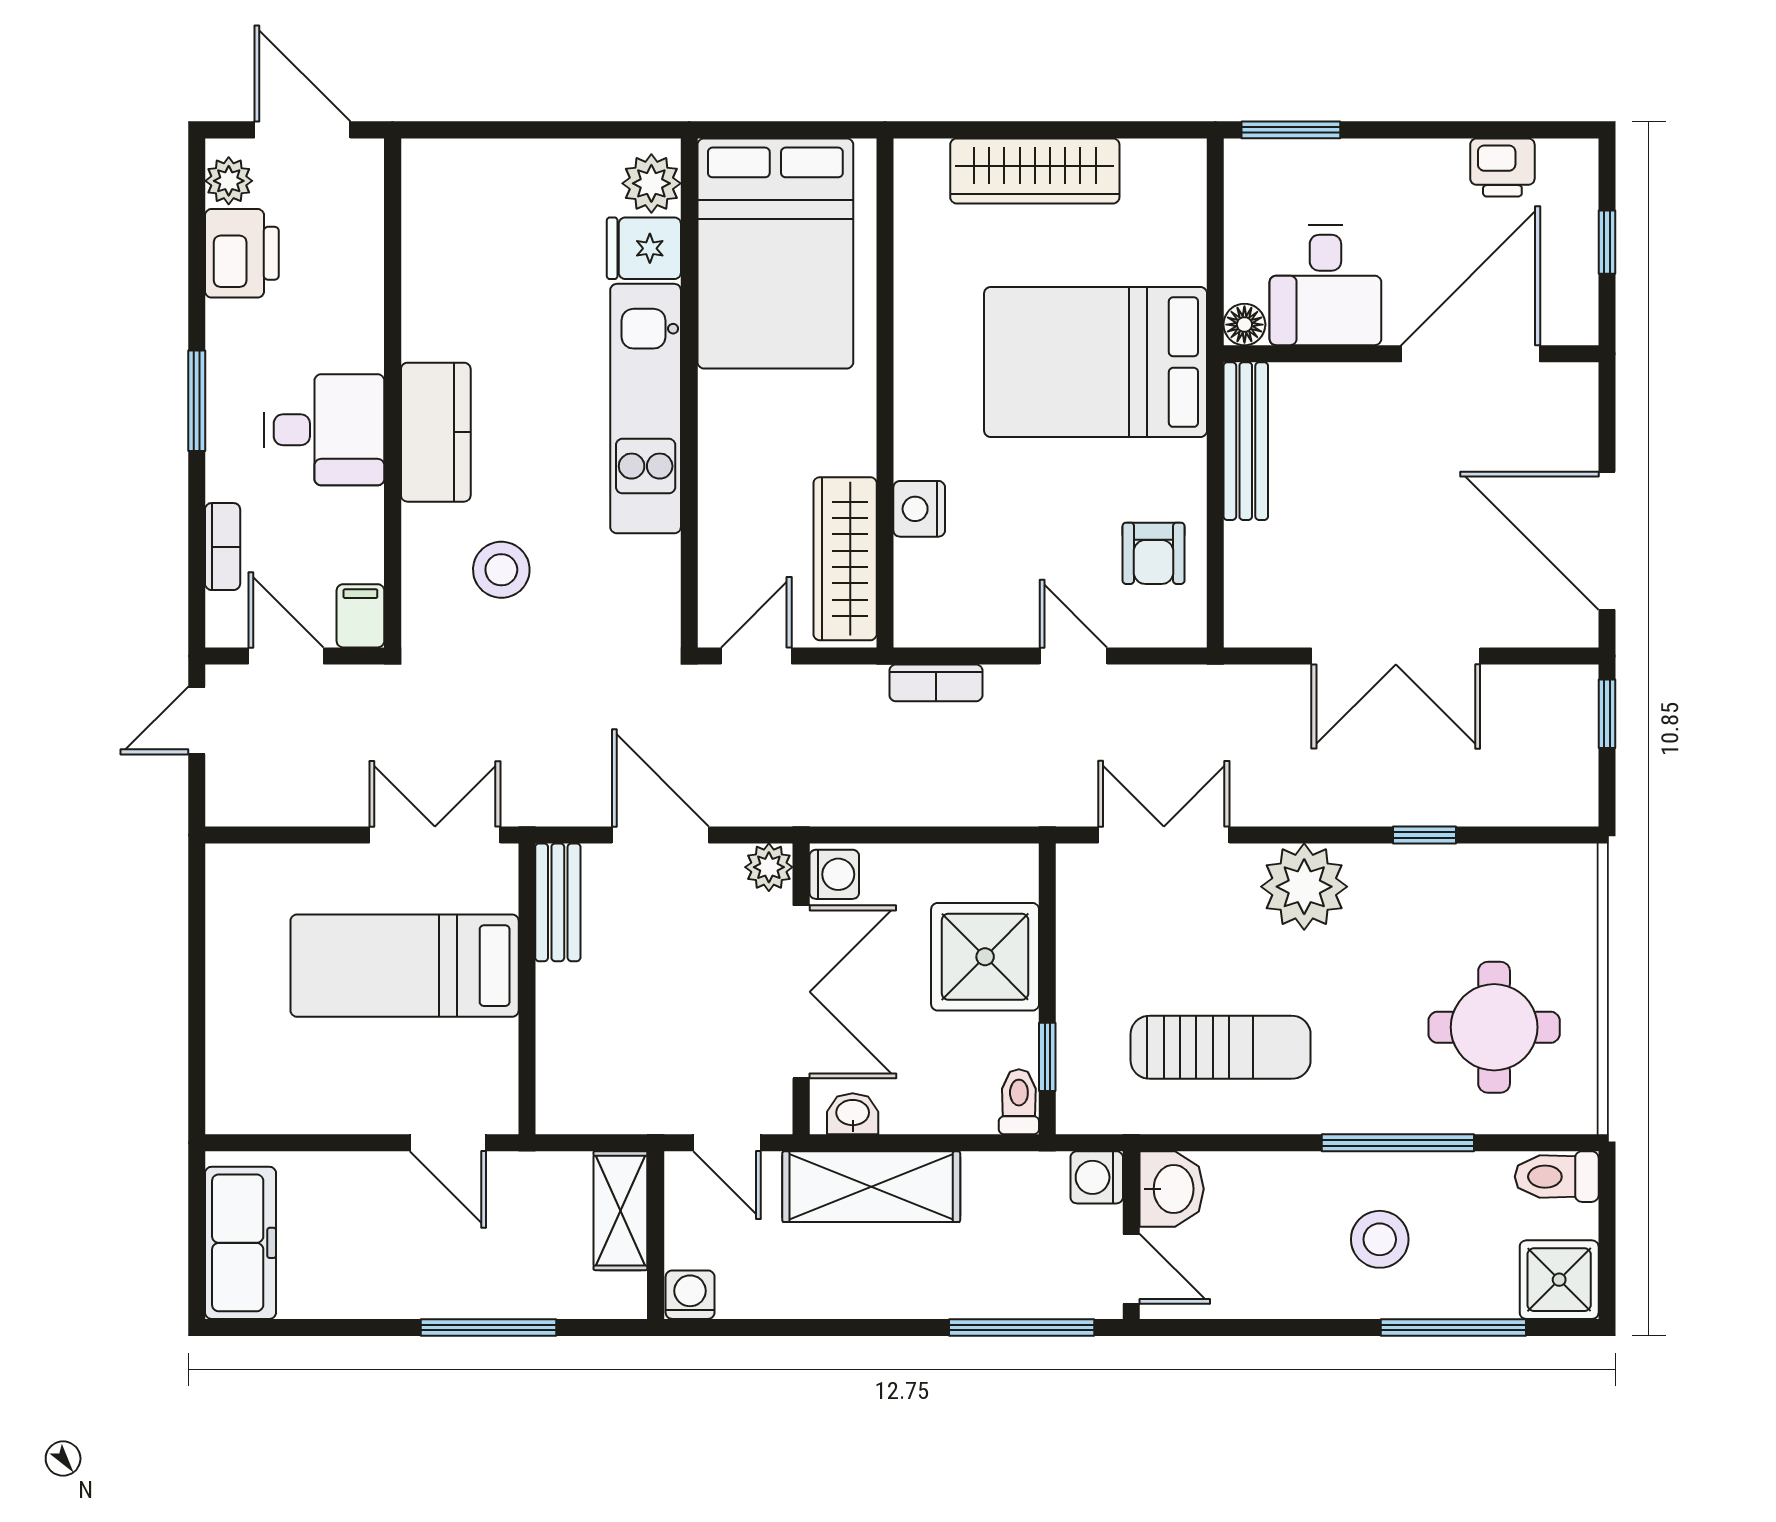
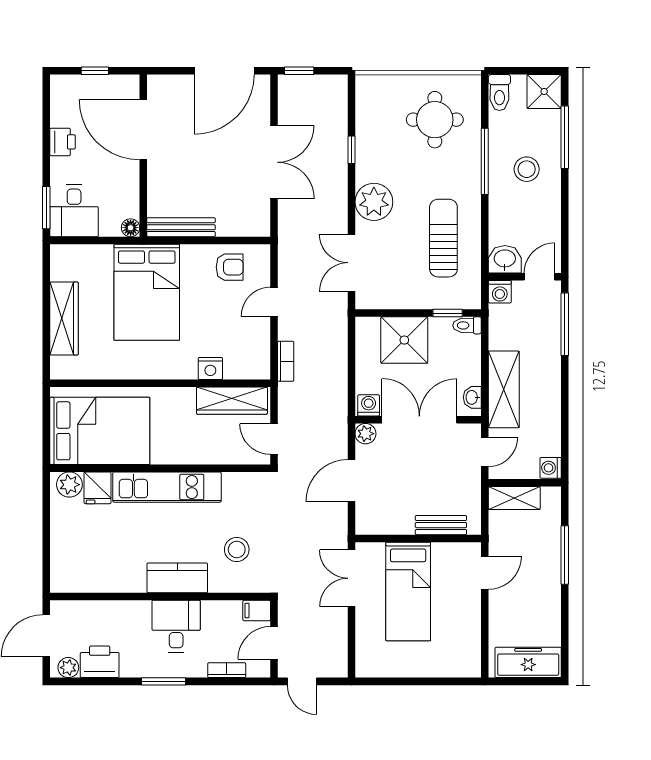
printer: (1502, 167) -> (63, 142), moved
desk: (1325, 285) -> (74, 211), moved, turned 90
bench: (558, 902) -> (441, 525), moved

